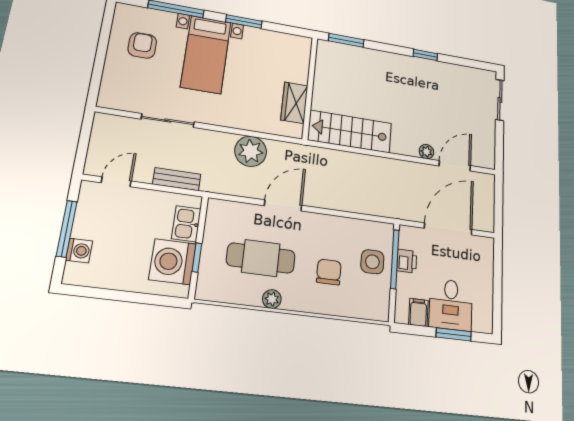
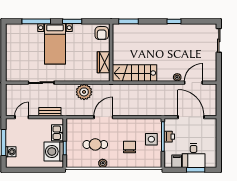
armchair: (142, 45) -> (102, 33), moved, turned 180
door: (448, 229) -> (191, 117), hinge flipped
cafe table: (261, 258) -> (95, 144), width x0.73, depth x0.74

